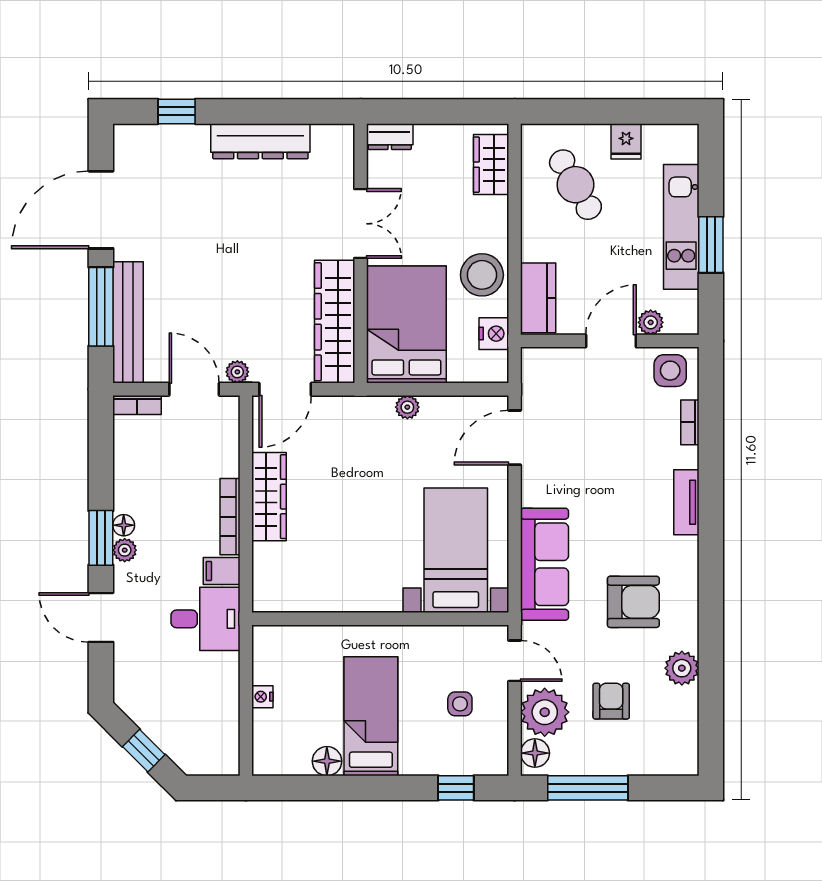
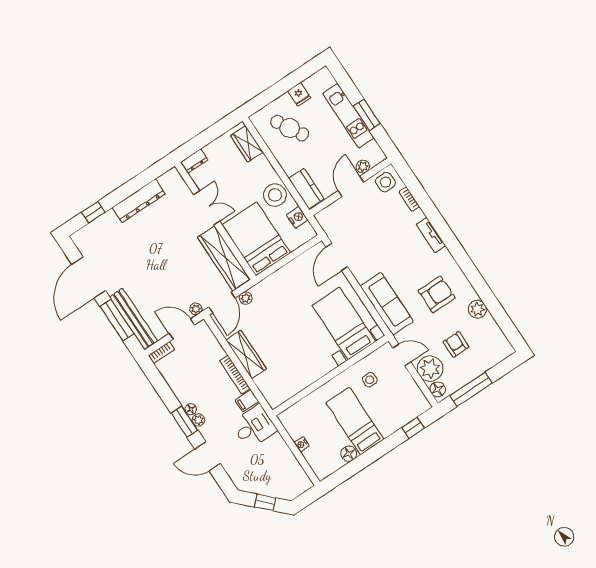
plant: (407, 407) -> (246, 298), moved
side table: (460, 704) -> (370, 380), moved

